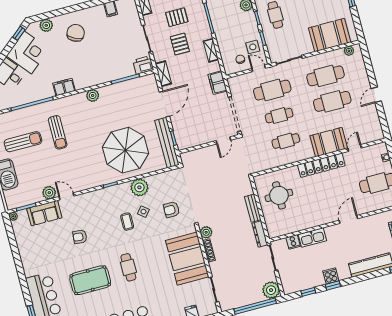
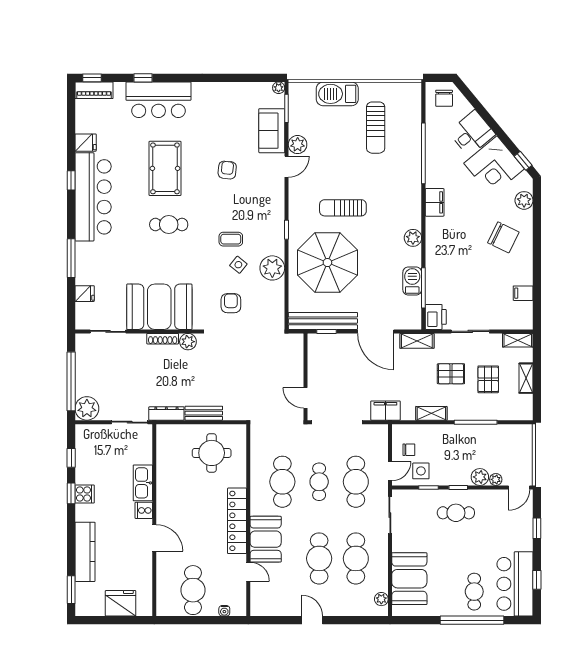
barbecue: (123, 88) -> (412, 281), added
sun lounger: (58, 132) -> (343, 208), moved
cafe table: (286, 141) -> (282, 482), width x1.37, depth x1.35
cooker: (293, 242) -> (144, 510), moved

